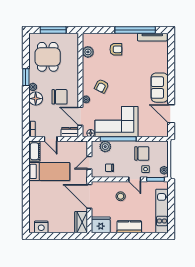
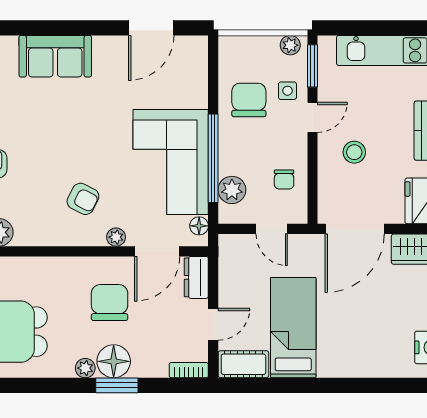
window: (26, 77) -> (117, 385), moved
sofa: (160, 88) -> (55, 56), moved

